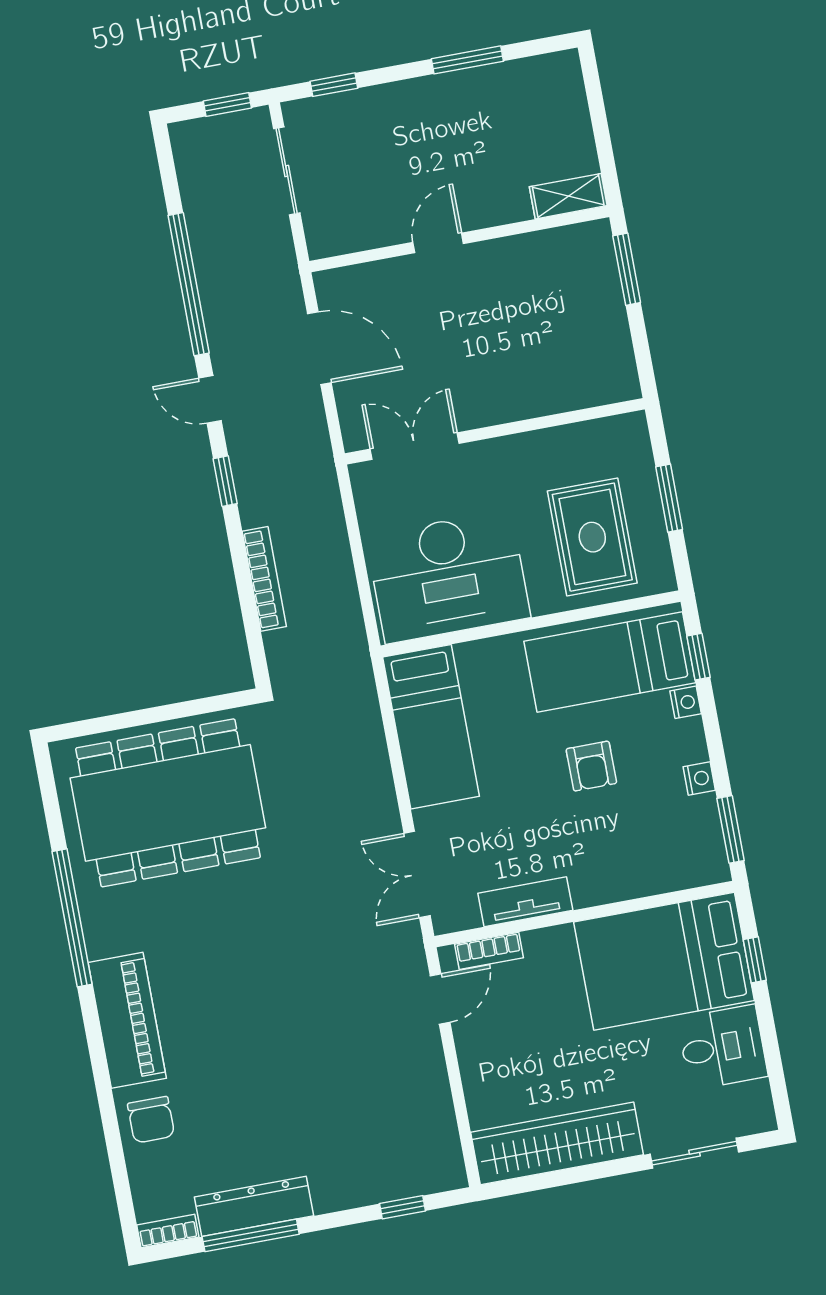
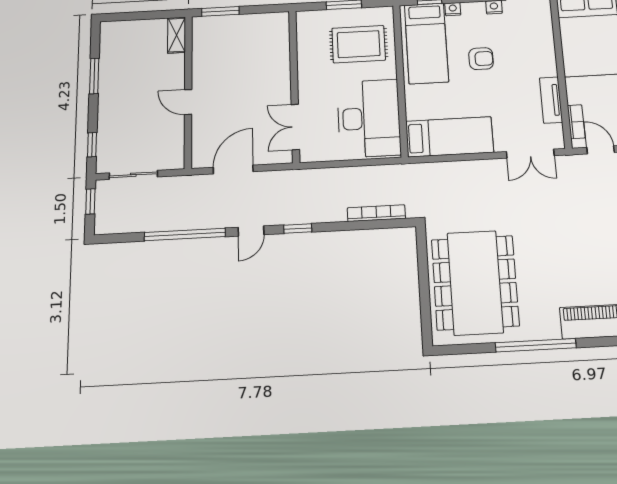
bookcase: (264, 579) -> (376, 213), moved

